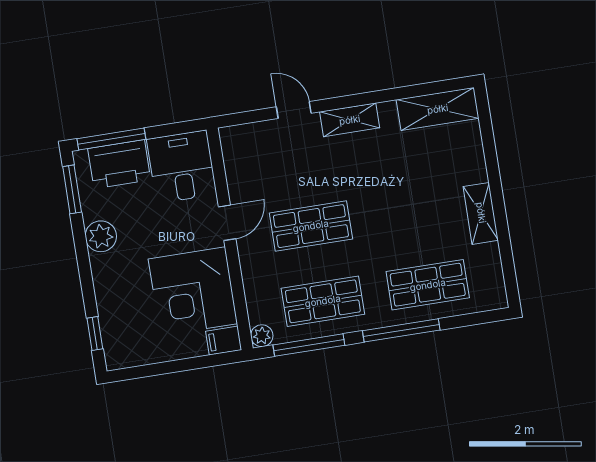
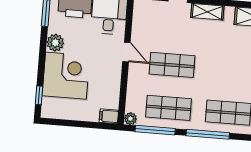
door: (227, 223) -> (126, 52), hinge flipped
corner desk: (193, 291) -> (66, 76), moved, turned 180

